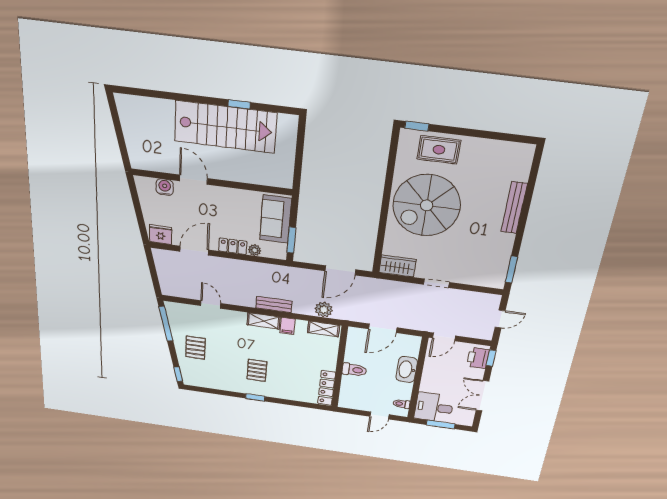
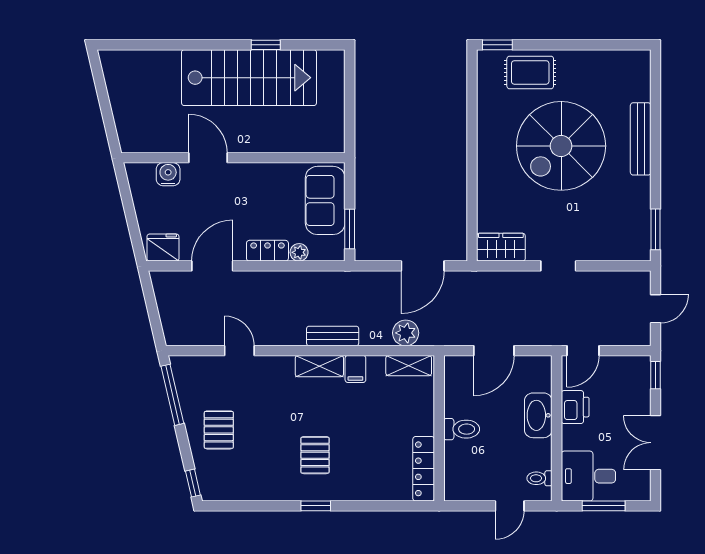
spiral stairs: (427, 205) -> (561, 146), moved
printer: (478, 358) -> (575, 407), moved, turned 180

